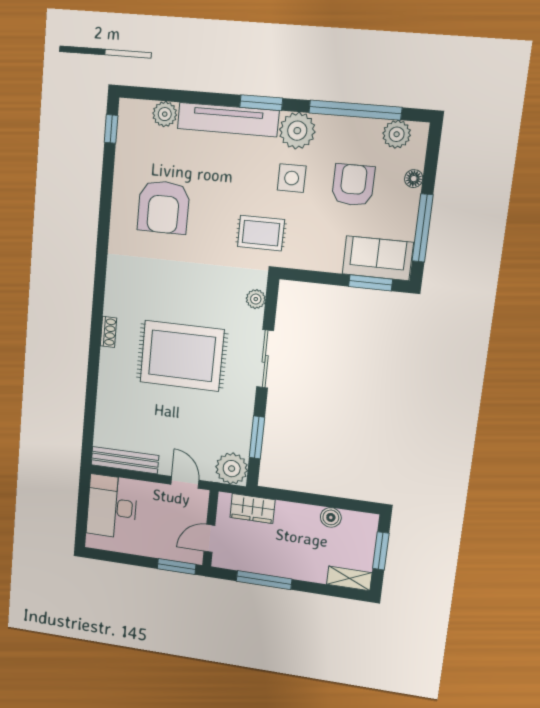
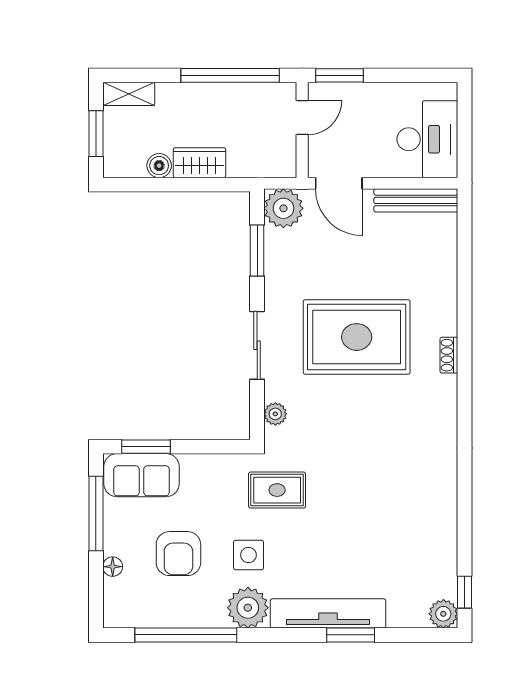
window: (261, 103) -> (351, 635), moved
plant: (165, 114) -> (443, 614), moved
plant: (397, 134) -> (137, 613), removed
armchair: (163, 207) -> (394, 509), removed
door: (185, 482) -> (339, 183), width x1.37
wardrobe: (252, 509) -> (199, 163), moved
window: (264, 580) -> (230, 75), width x1.46

